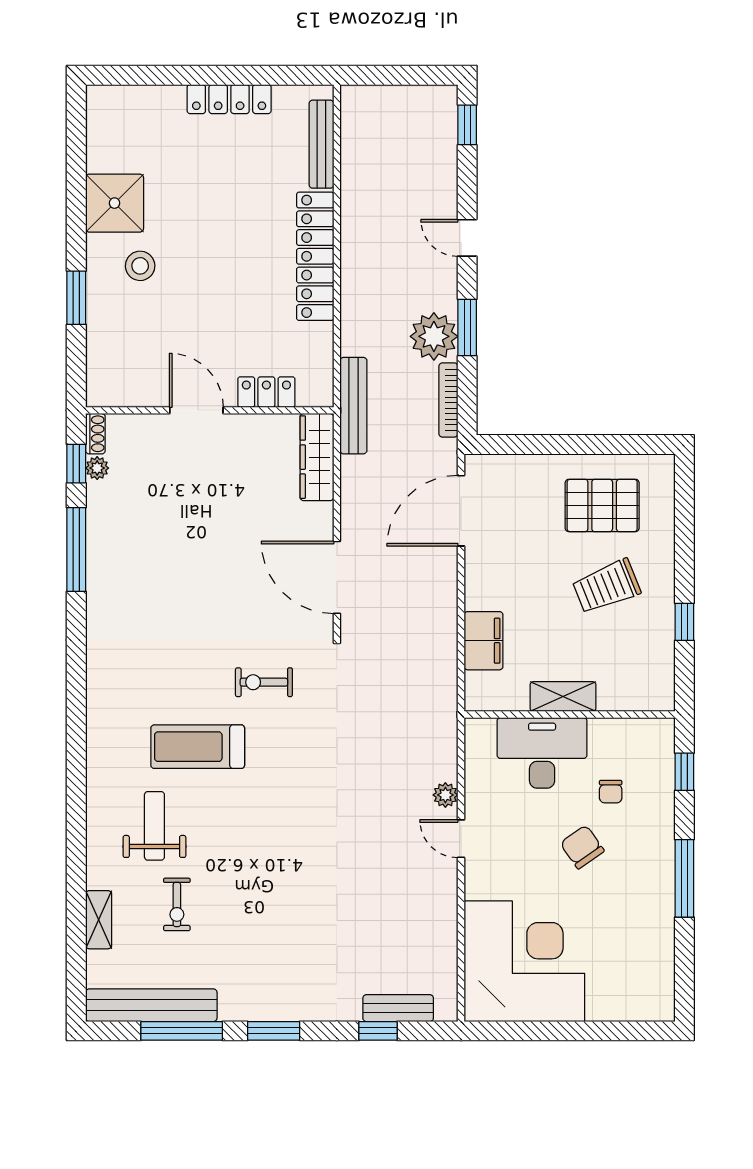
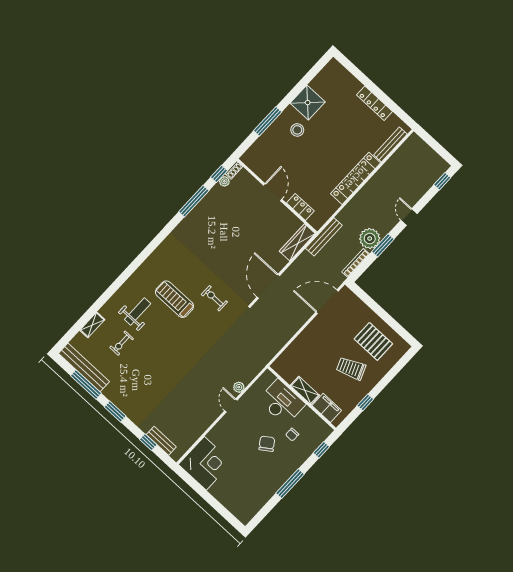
window: (76, 298) -> (268, 121), width x1.44
filing cabinet: (484, 641) -> (327, 408), moved, turned -90
corner desk: (524, 961) -> (205, 463), width x0.74, depth x0.74

